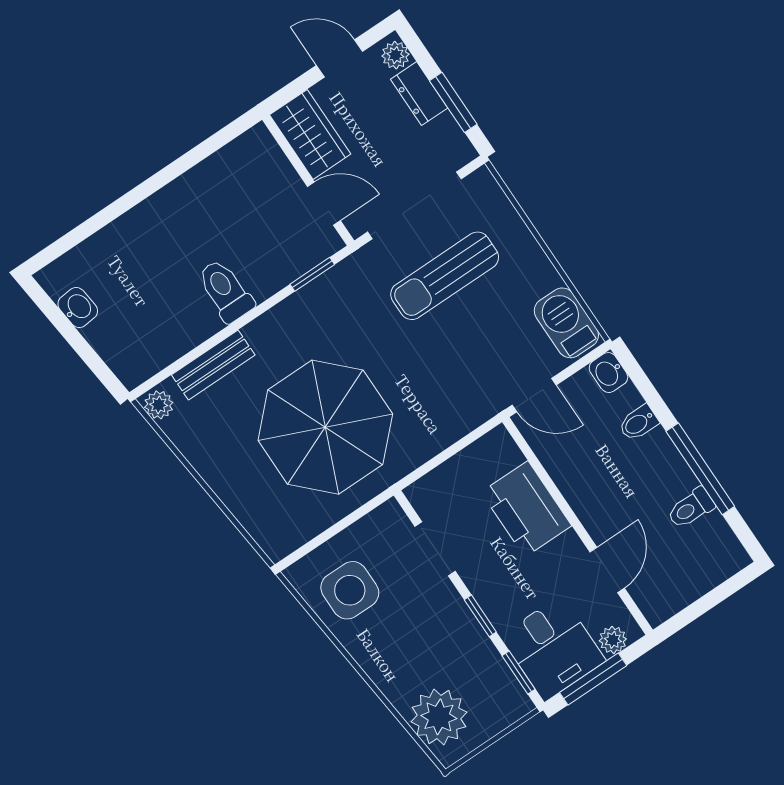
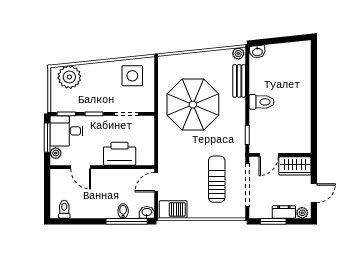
washbasin: (78, 308) -> (257, 52), moved
window: (700, 469) -> (127, 221), moved
toilet: (691, 508) -> (64, 209), moved

